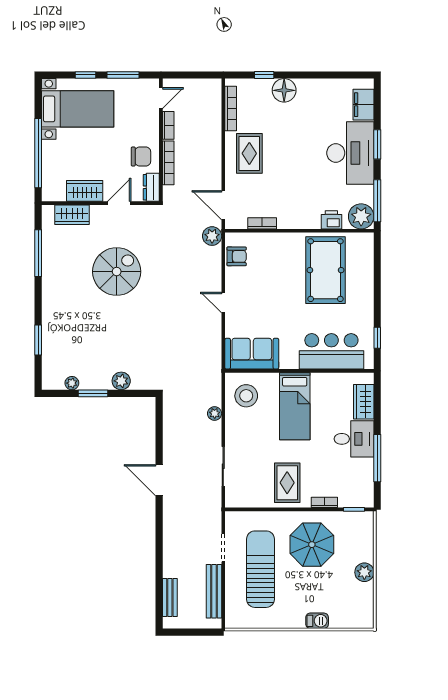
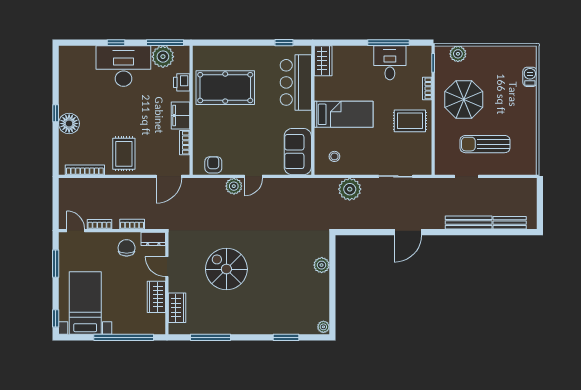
window: (86, 75) -> (56, 318), moved
window: (264, 75) -> (56, 113), moved
filing cabinet: (363, 105) -> (180, 116), moved, turned 90
window: (377, 144) -> (116, 43), width x0.67
rug: (249, 153) -> (124, 154), turned 90
bookcase: (168, 163) -> (132, 224), width x0.64
plant: (361, 216) -> (163, 57), moved
plant: (212, 236) -> (234, 186), moved
plant: (72, 383) -> (323, 327), moved
window: (93, 393) -> (332, 290), removed
stool: (246, 396) -> (334, 156), width x0.53, depth x0.53
wardrobe: (364, 402) -> (323, 61), moved, turned -90
plant: (215, 413) -> (350, 189), width x1.87, depth x1.87
desk: (354, 439) -> (390, 63), moved
sun lounger: (260, 569) -> (485, 144), width x0.73, depth x0.75
plant: (364, 572) -> (458, 54), moved
bench: (214, 591) -> (469, 222), moved
barbecue: (317, 621) -> (530, 77), moved

